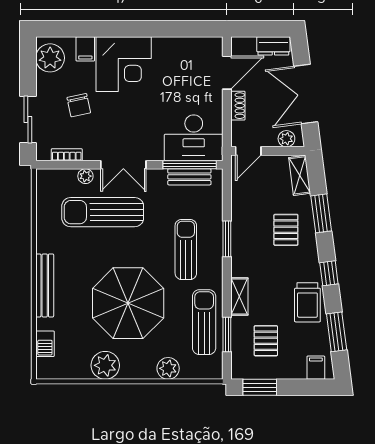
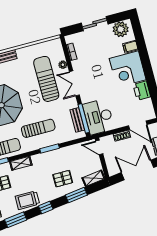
printer: (168, 49) -> (142, 91), added
chair: (79, 105) -> (100, 51), removed
sliding door: (28, 119) -> (95, 24), moved
plant: (286, 139) -> (111, 166), removed

